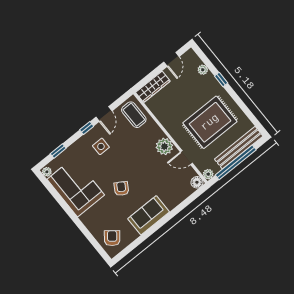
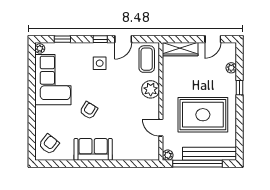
plant: (164, 146) -> (151, 89), moved
floor lamp: (197, 182) -> (153, 154), removed

